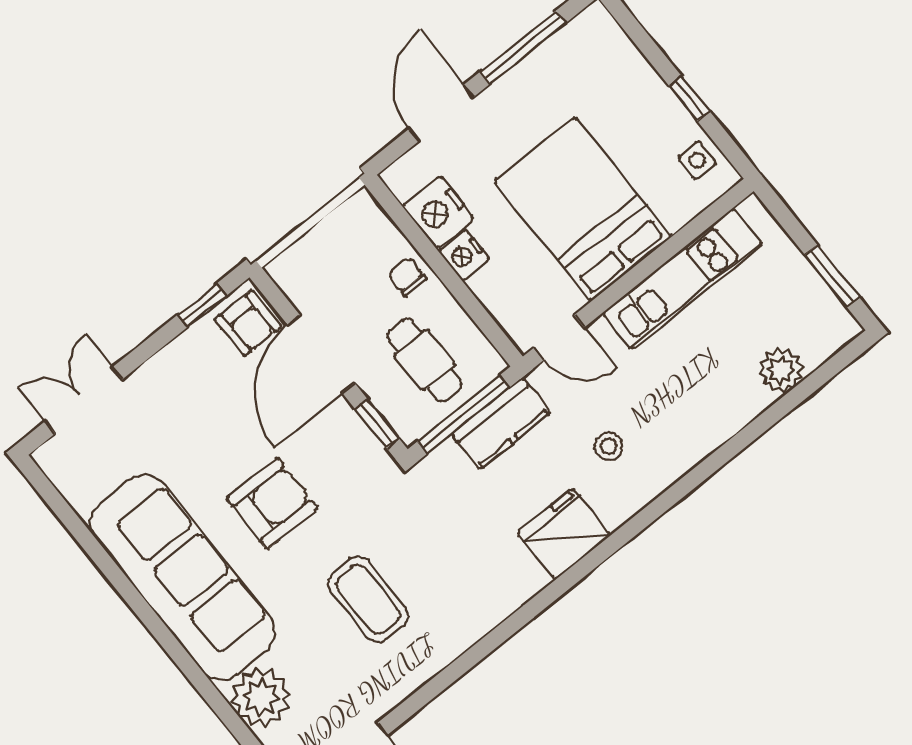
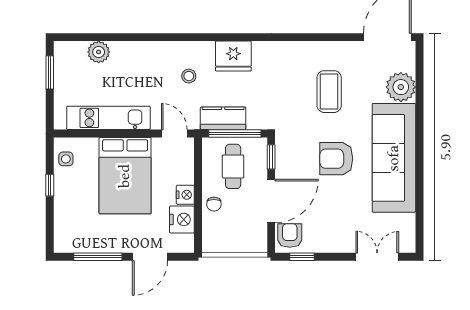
double door: (84, 400) -> (377, 257), swing flipped

